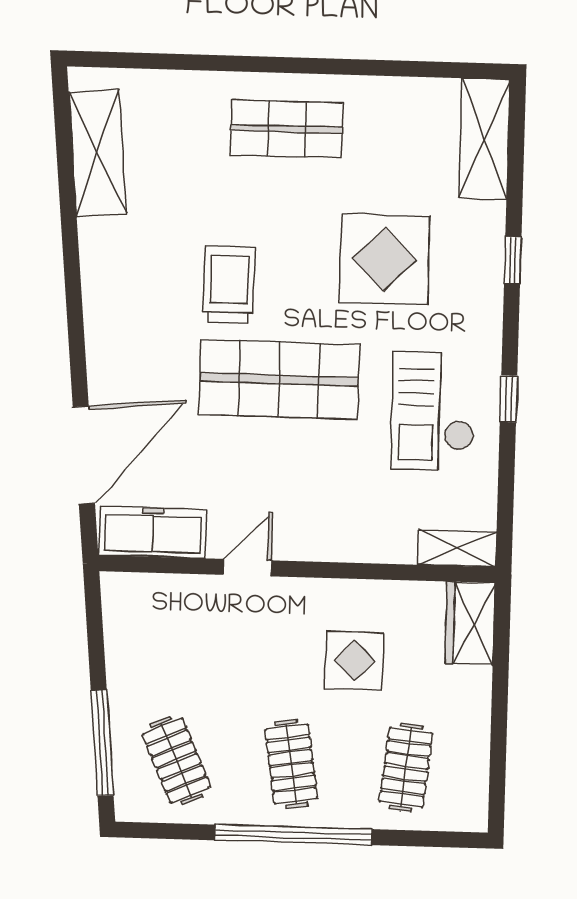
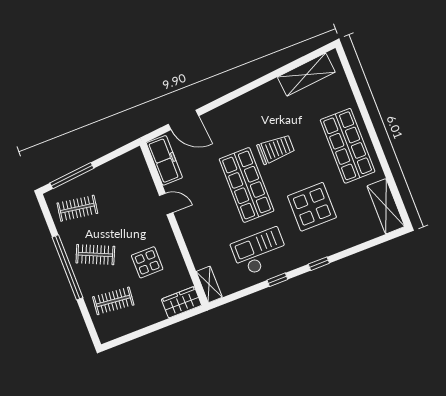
shop shelf: (287, 129) -> (348, 146), width x1.43, depth x1.36
shelving: (484, 139) -> (386, 206), moved, turned 90
window: (513, 260) -> (319, 264), moved
door: (84, 455) -> (183, 120), width x0.73
clothes rail: (176, 761) -> (77, 208), turned 33
clothes rail: (291, 764) -> (95, 255), turned 33

